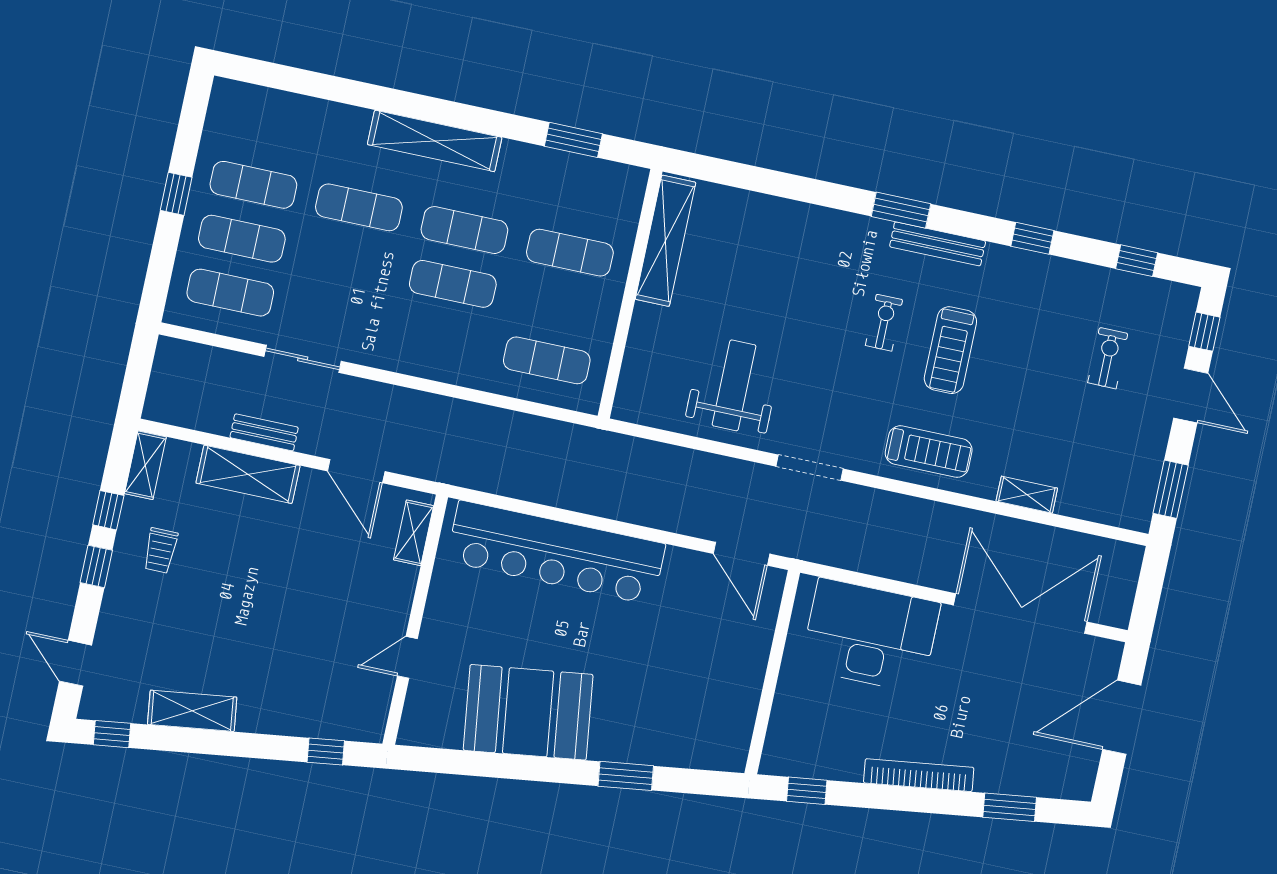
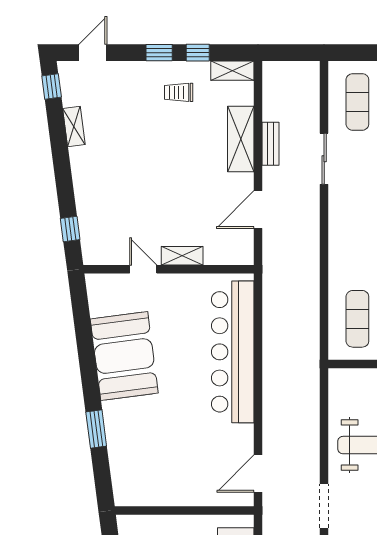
shelving: (414, 533) -> (182, 256), moved
shelving: (192, 711) -> (74, 127), width x0.67, depth x0.75

